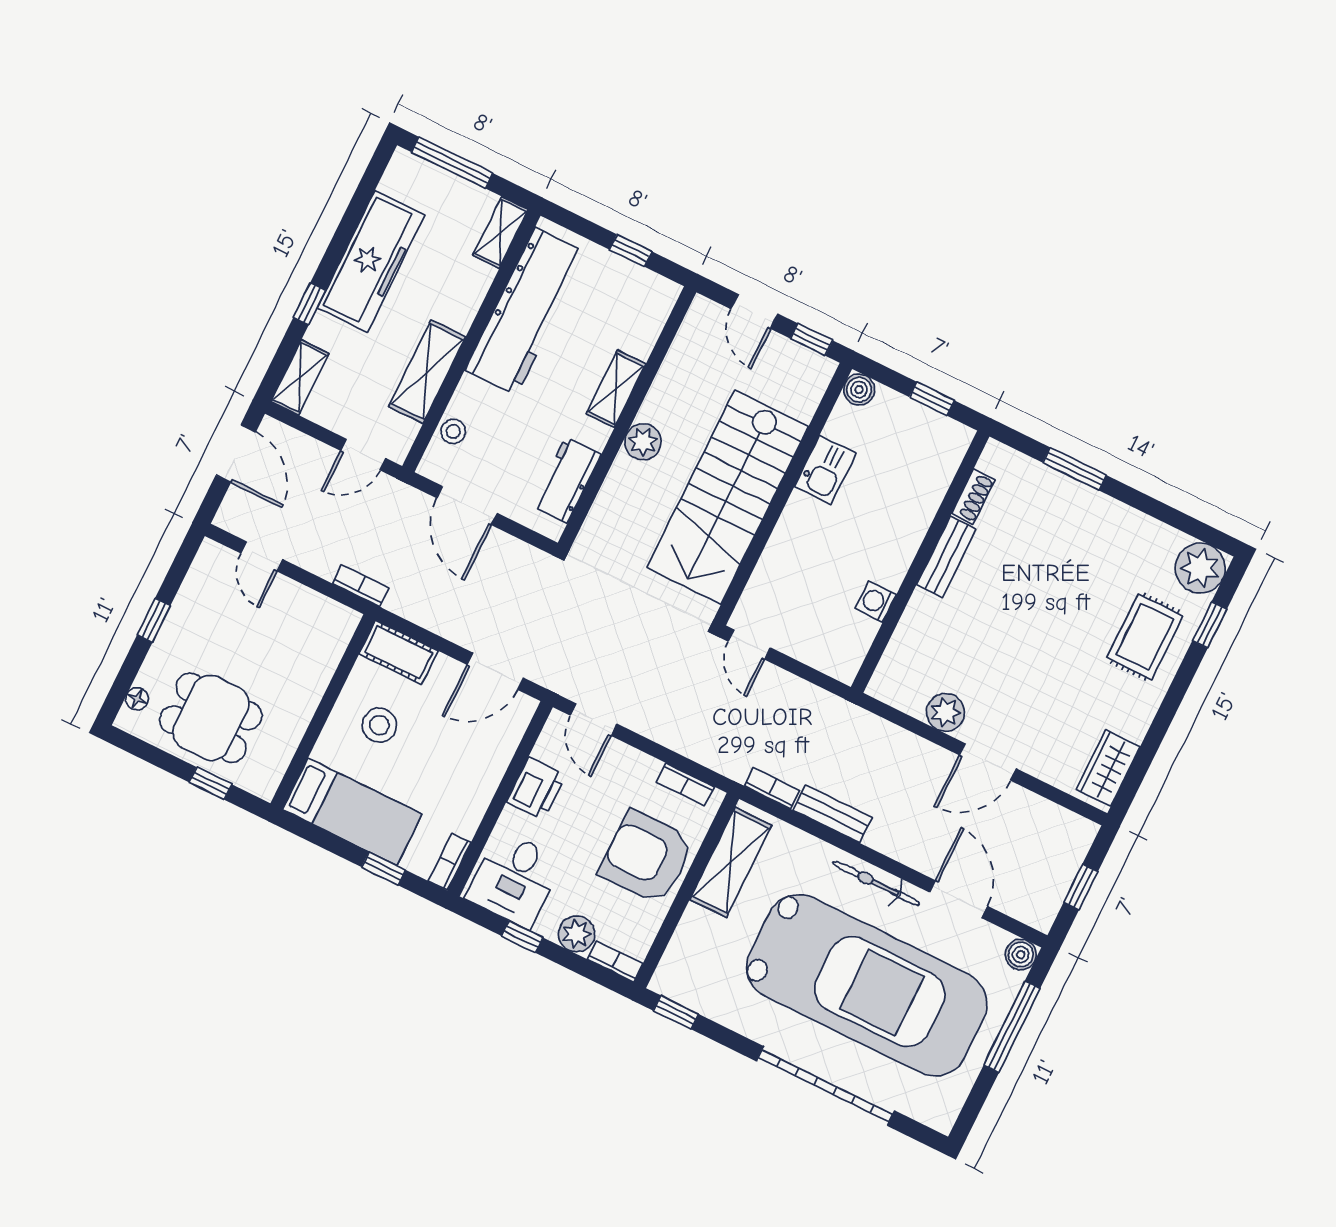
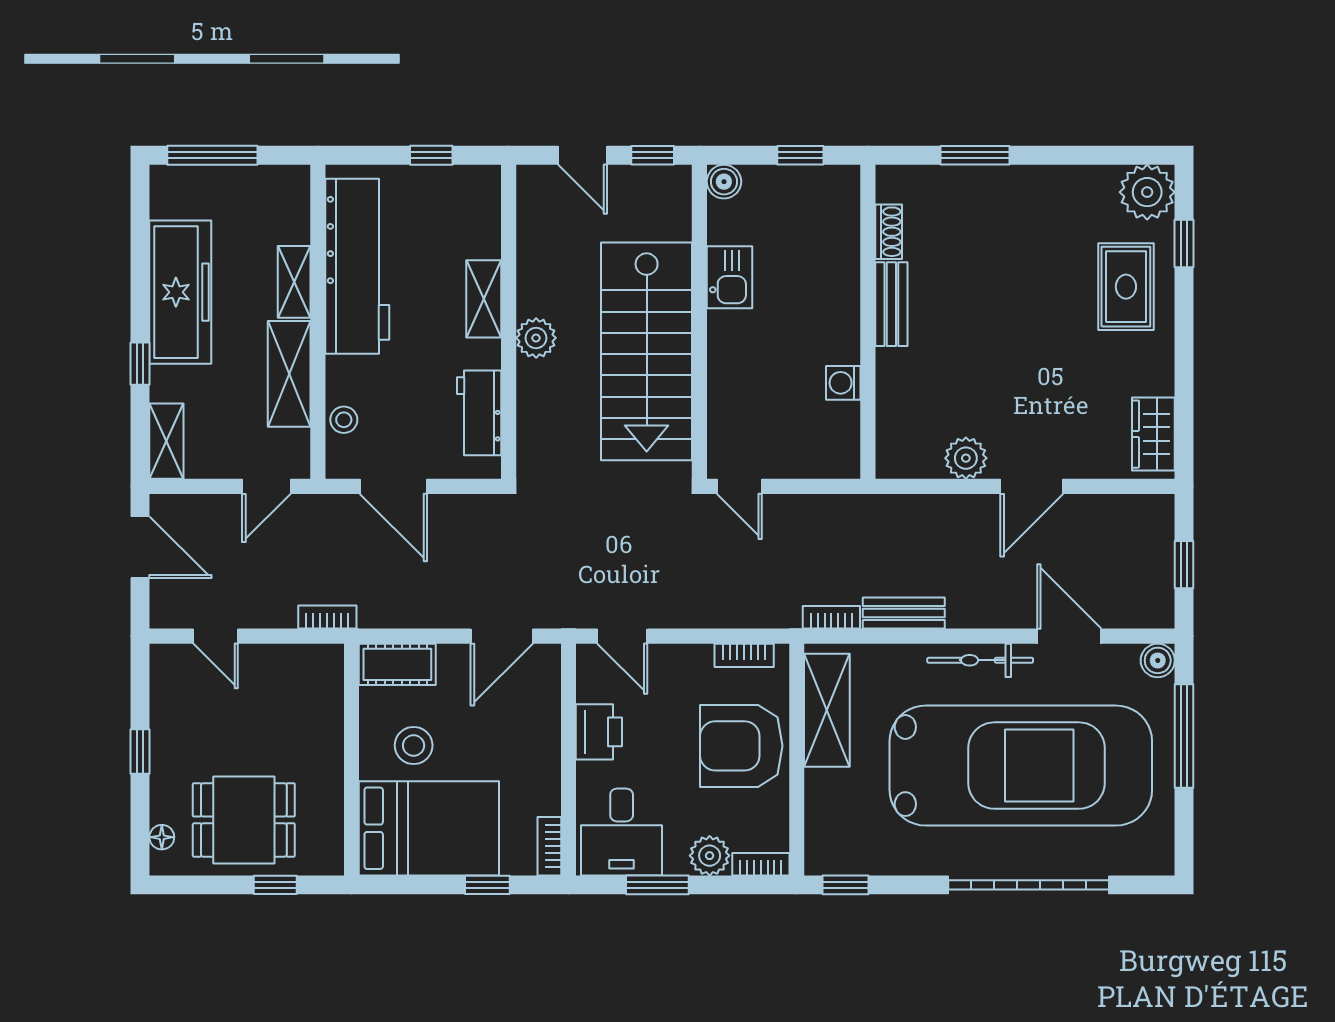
shelving: (501, 232) -> (294, 282), moved
bed: (352, 812) -> (429, 828), width x1.50
window: (522, 937) -> (657, 885), width x1.50

